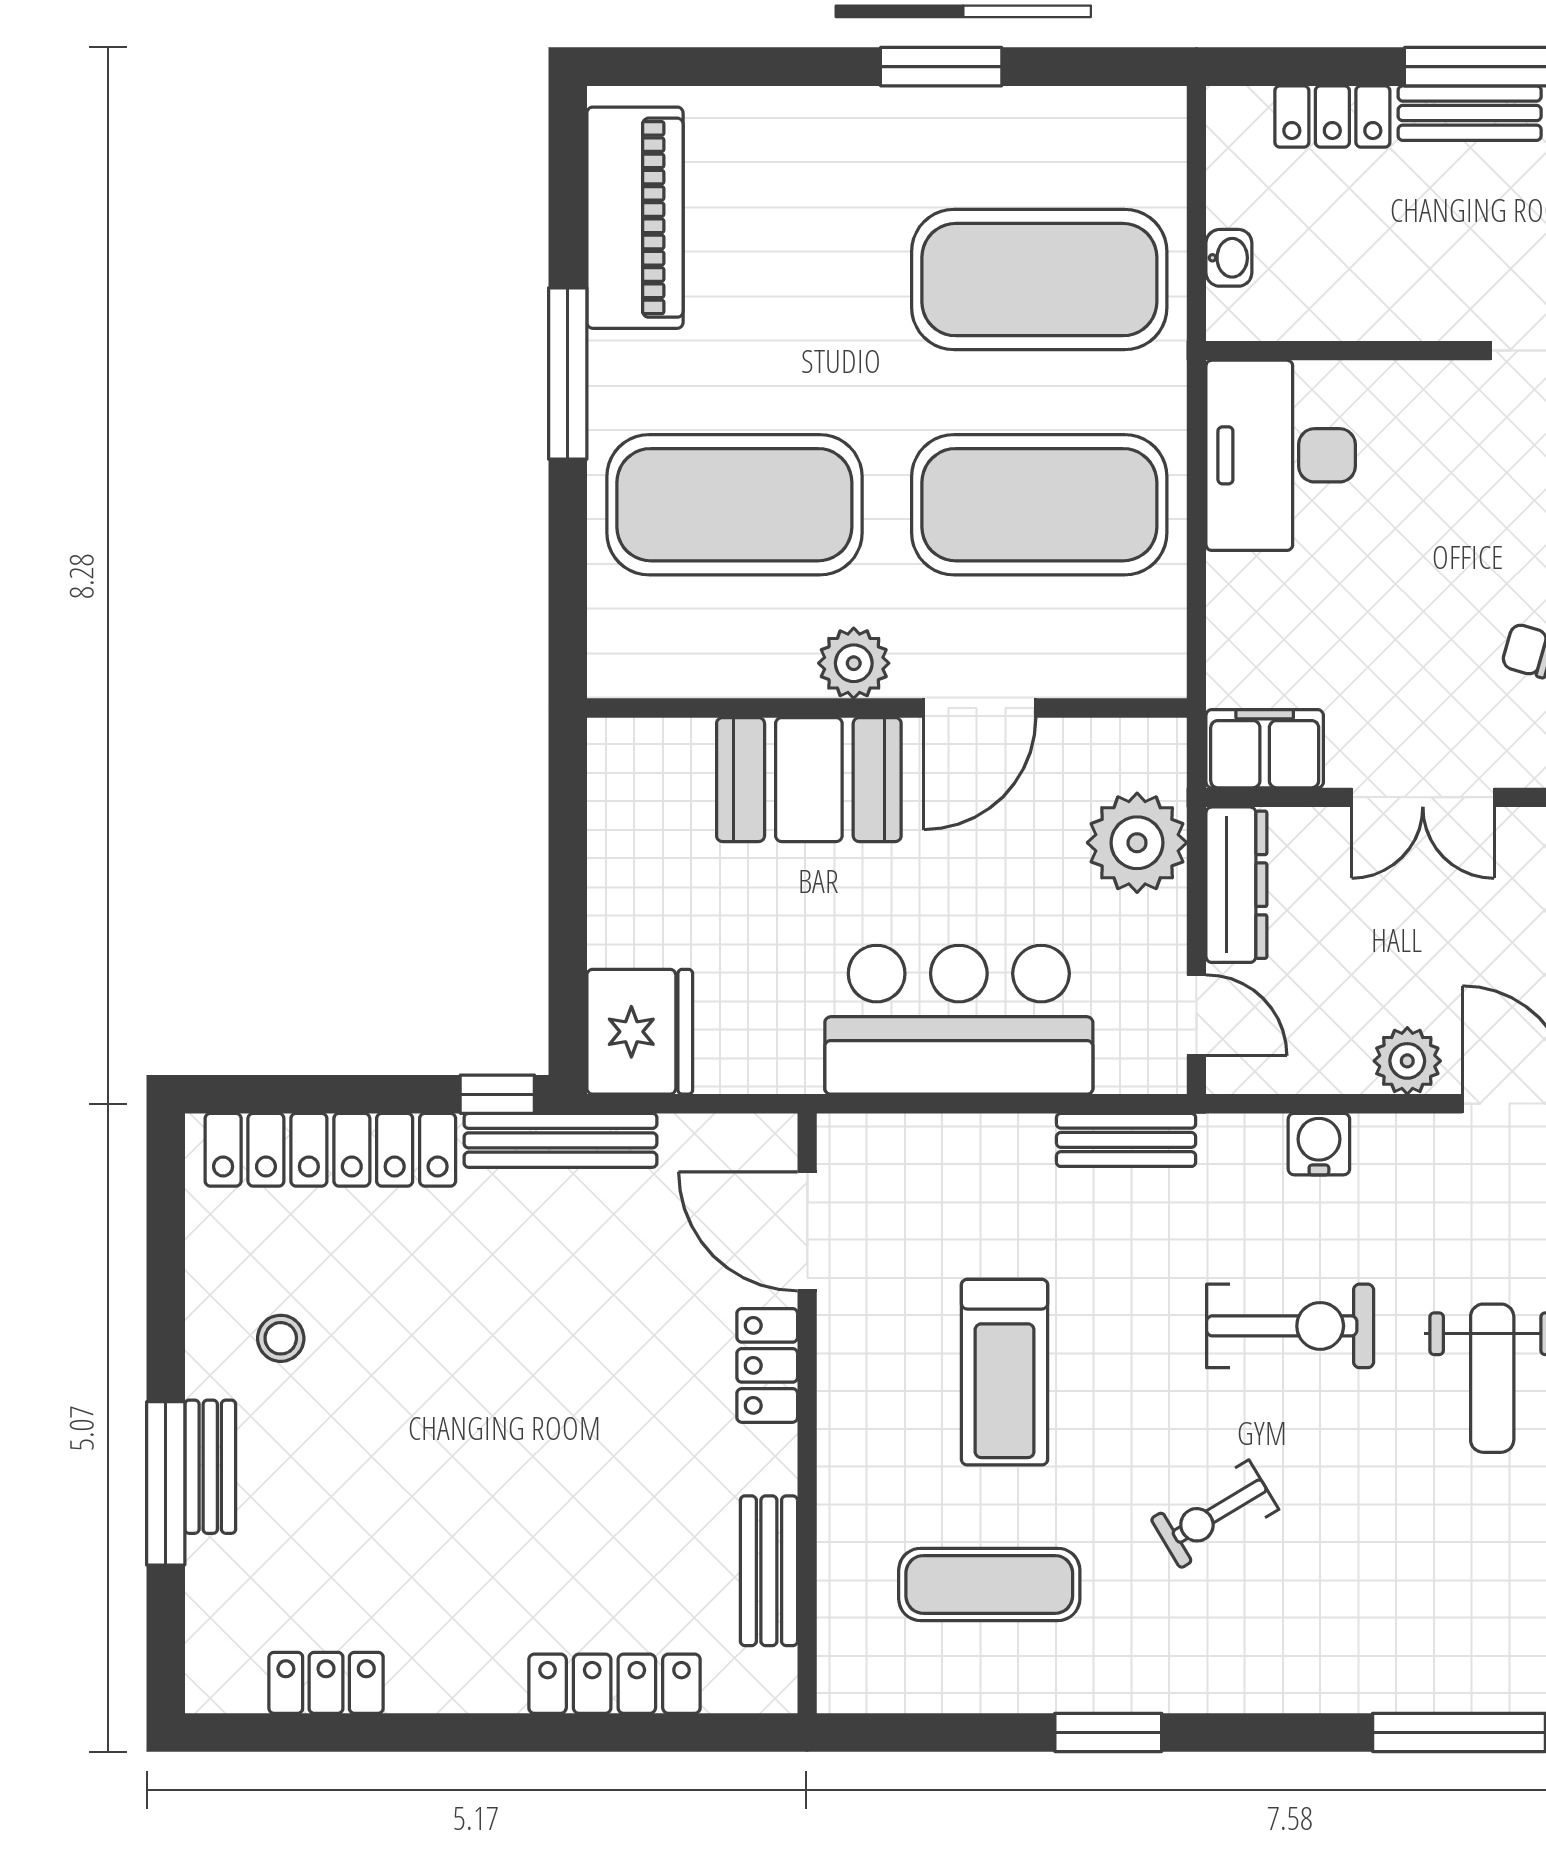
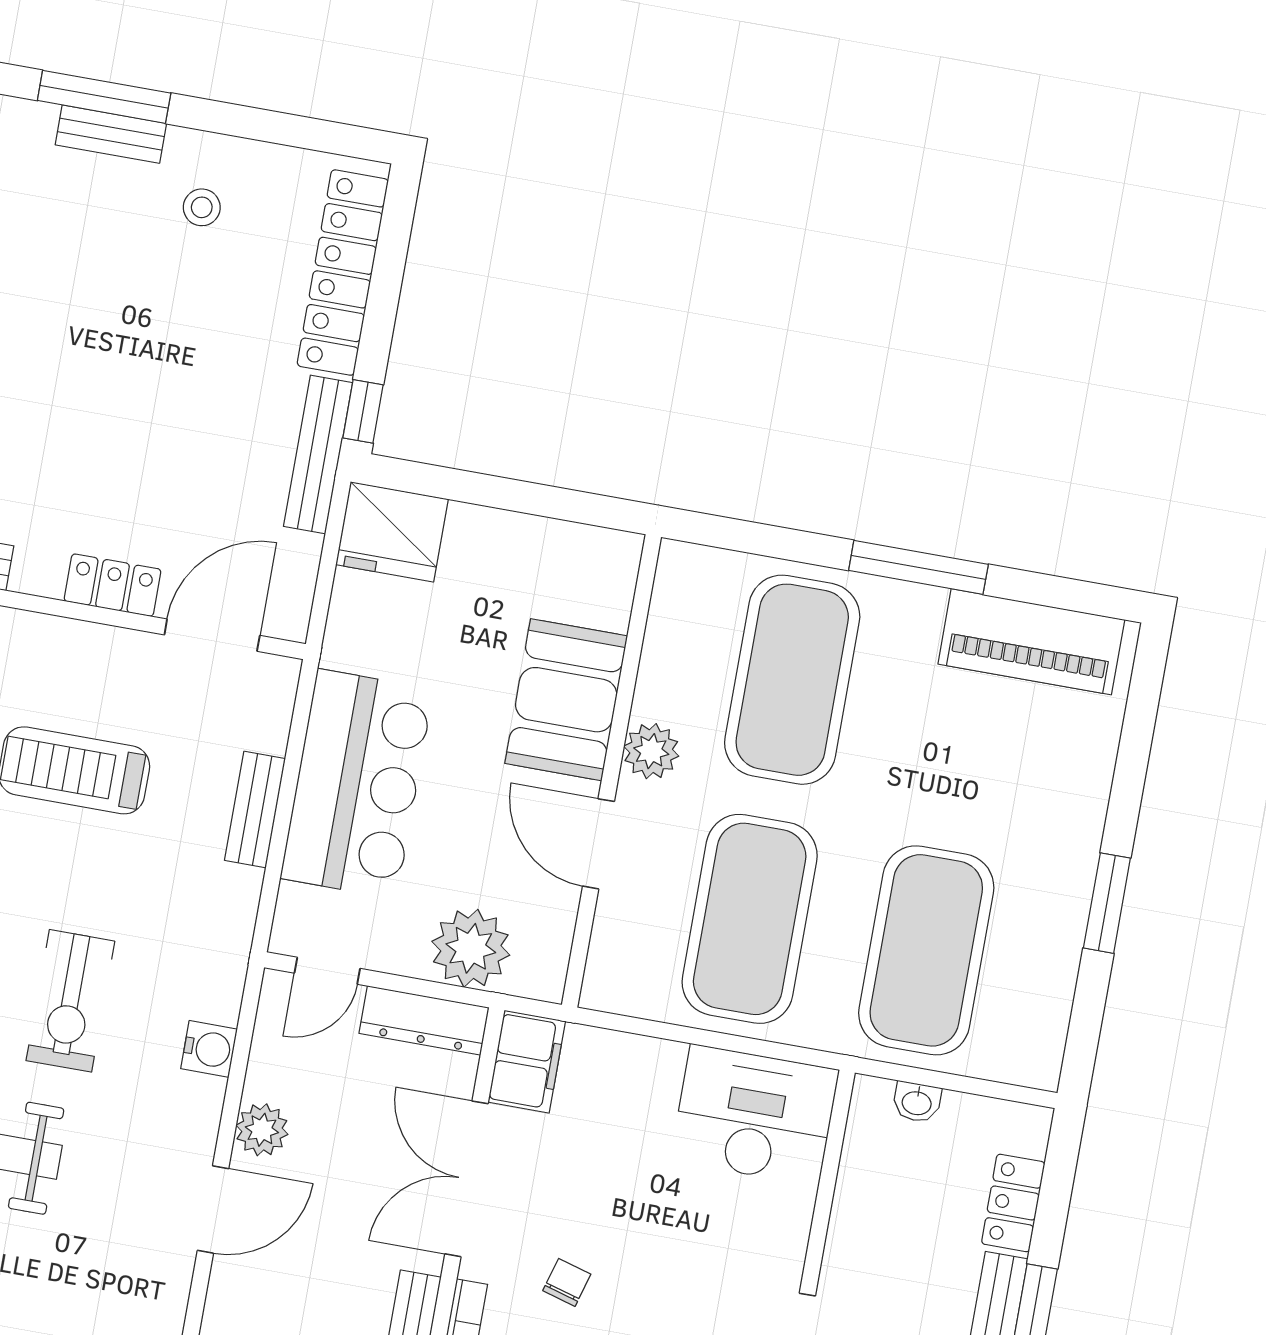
double door: (1423, 797) -> (466, 1179), width x1.37
bench: (1126, 1140) -> (255, 809), moved

